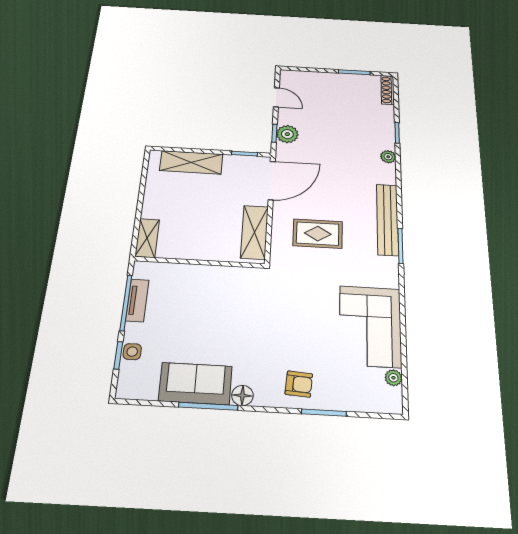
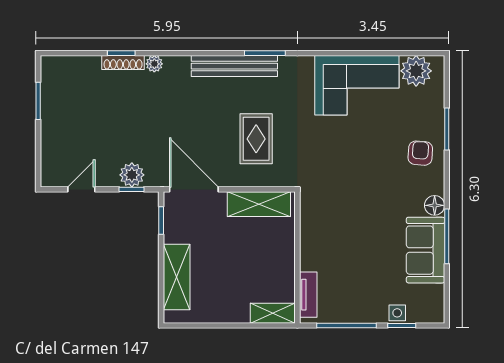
shoe rack: (388, 90) -> (123, 62), moved
tv unit: (137, 300) -> (308, 295), moved, turned 90
plant: (393, 378) -> (416, 71), width x1.87, depth x1.87

